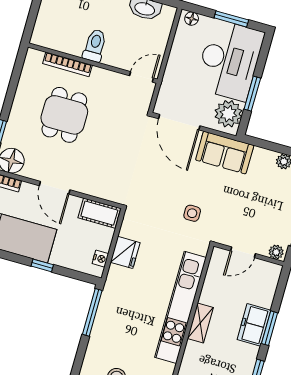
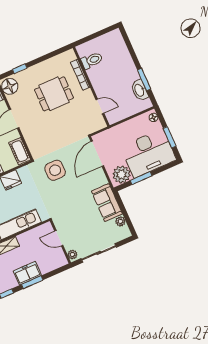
toilet: (95, 46) -> (92, 60), moved
door: (142, 77) -> (100, 106), moved
sofa: (225, 153) -> (107, 203), moved
side table: (192, 213) -> (55, 170), moved, width x1.87, depth x1.87

